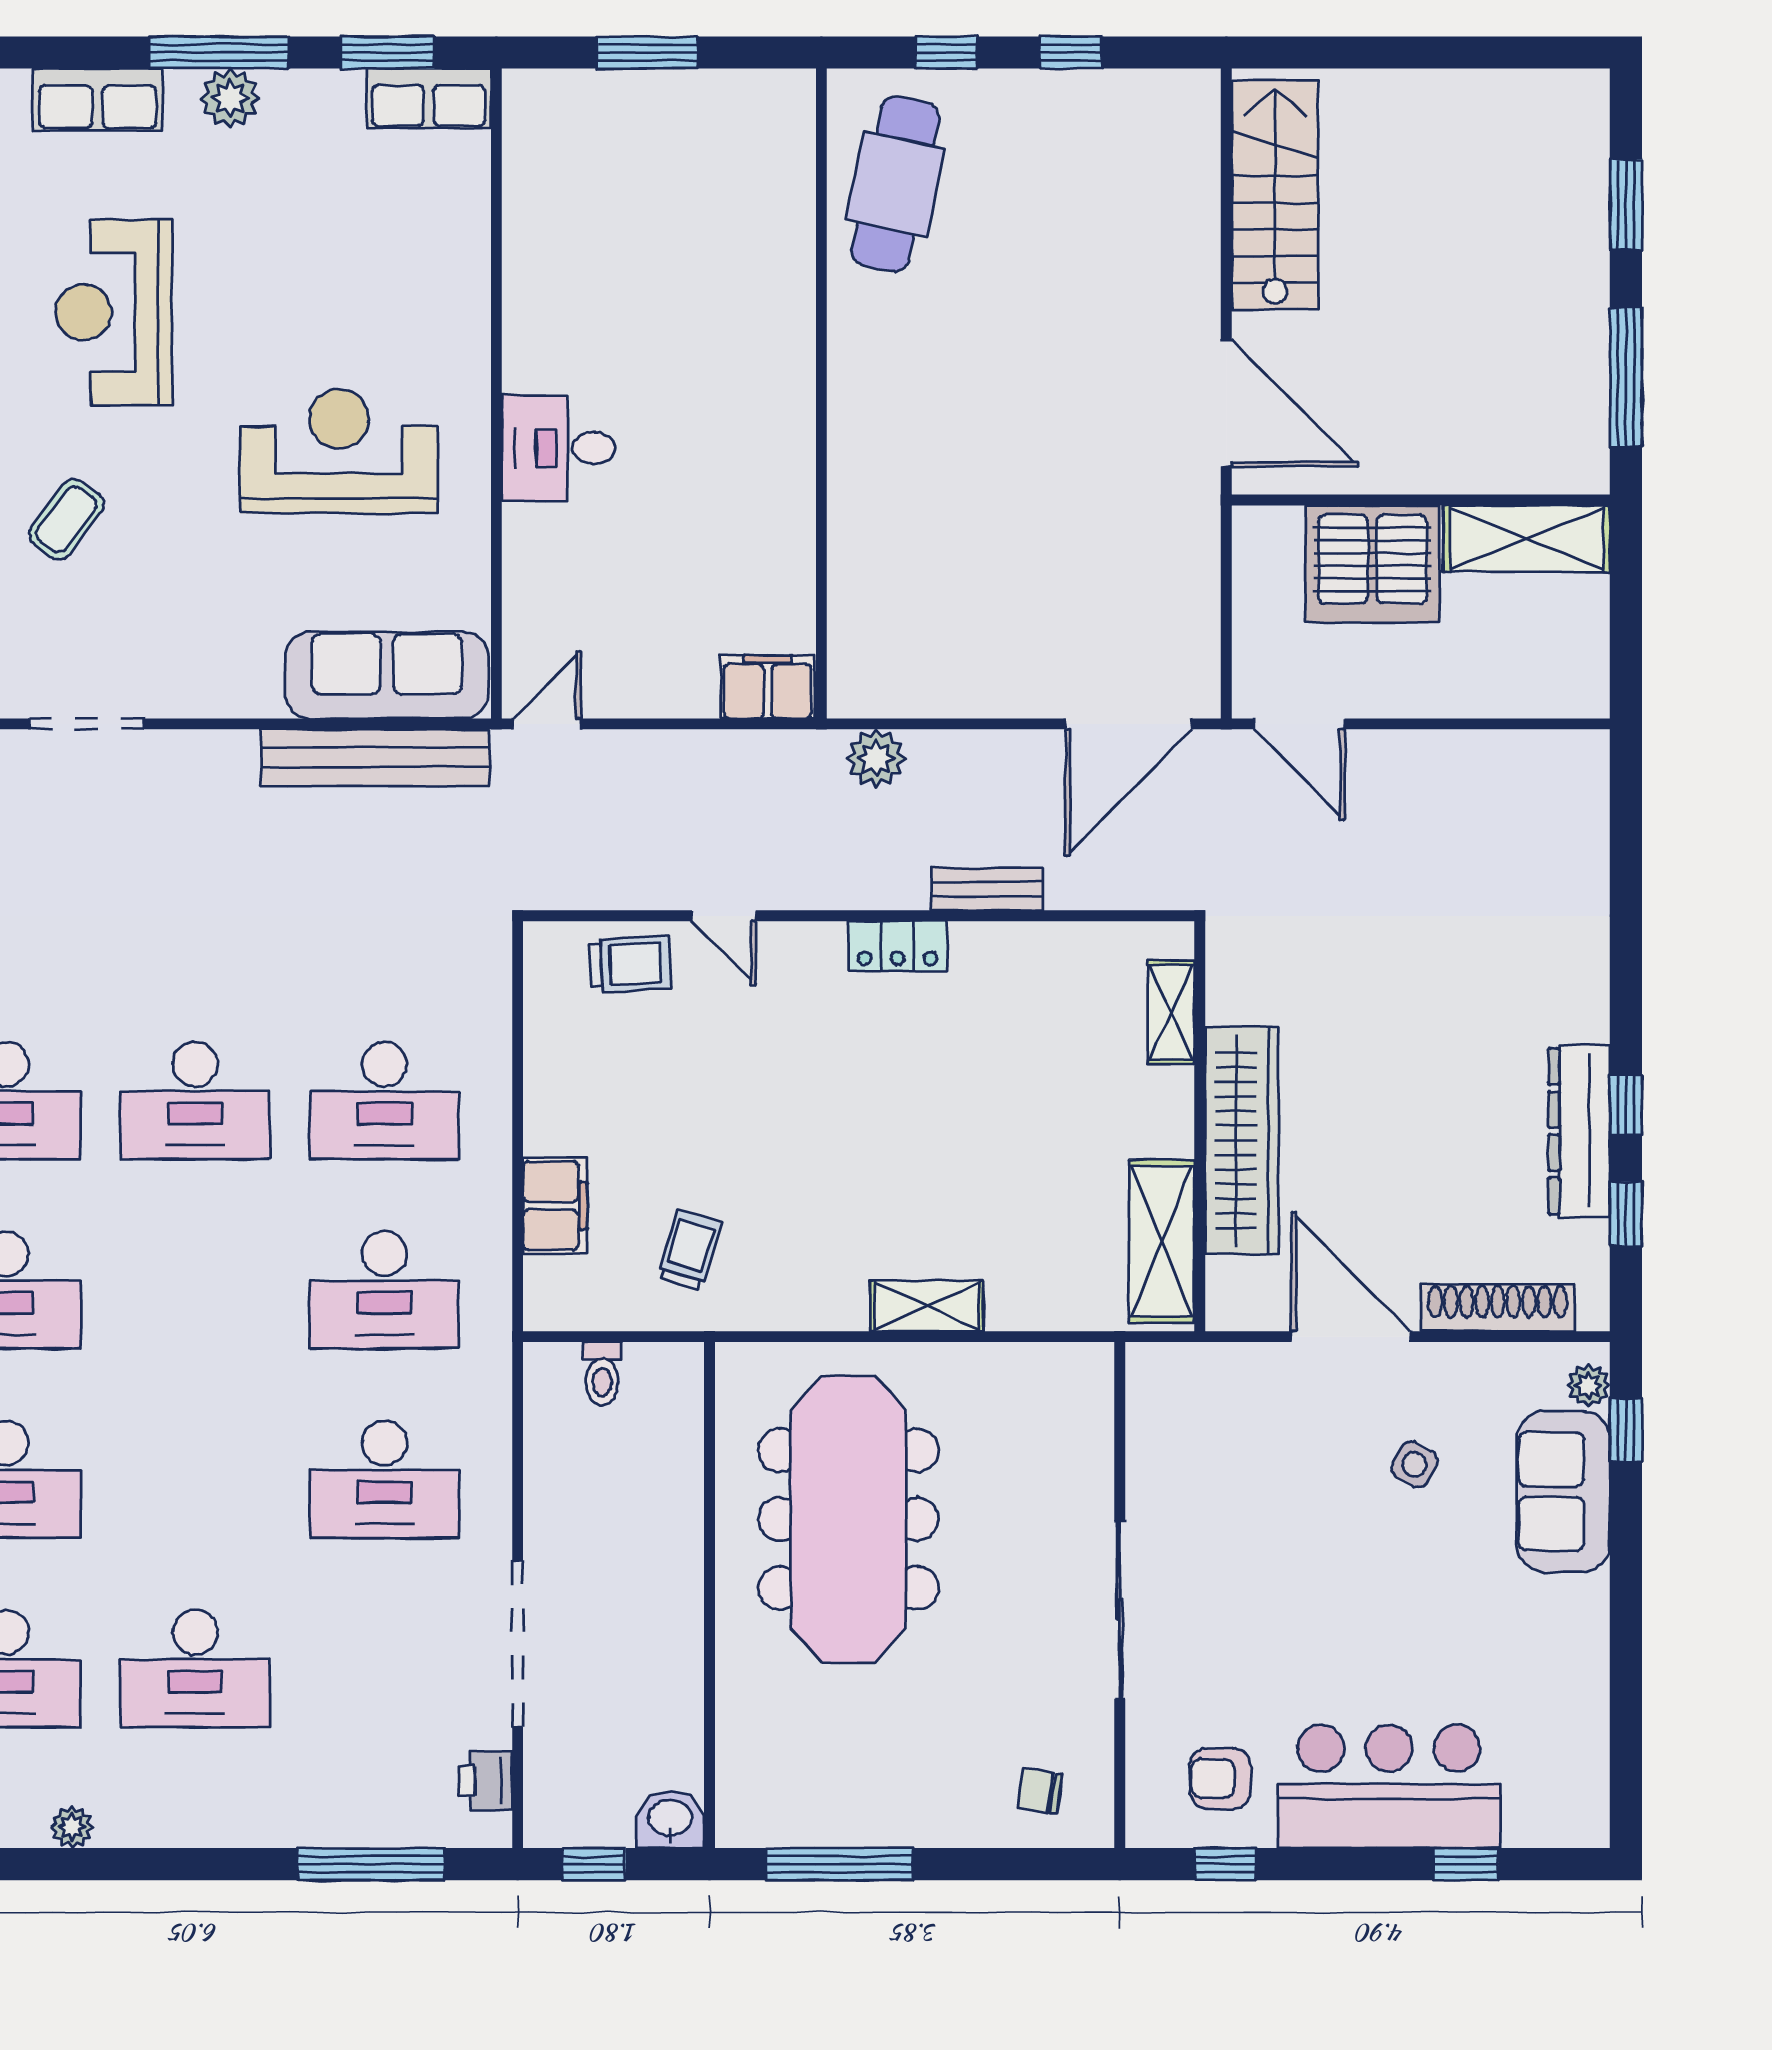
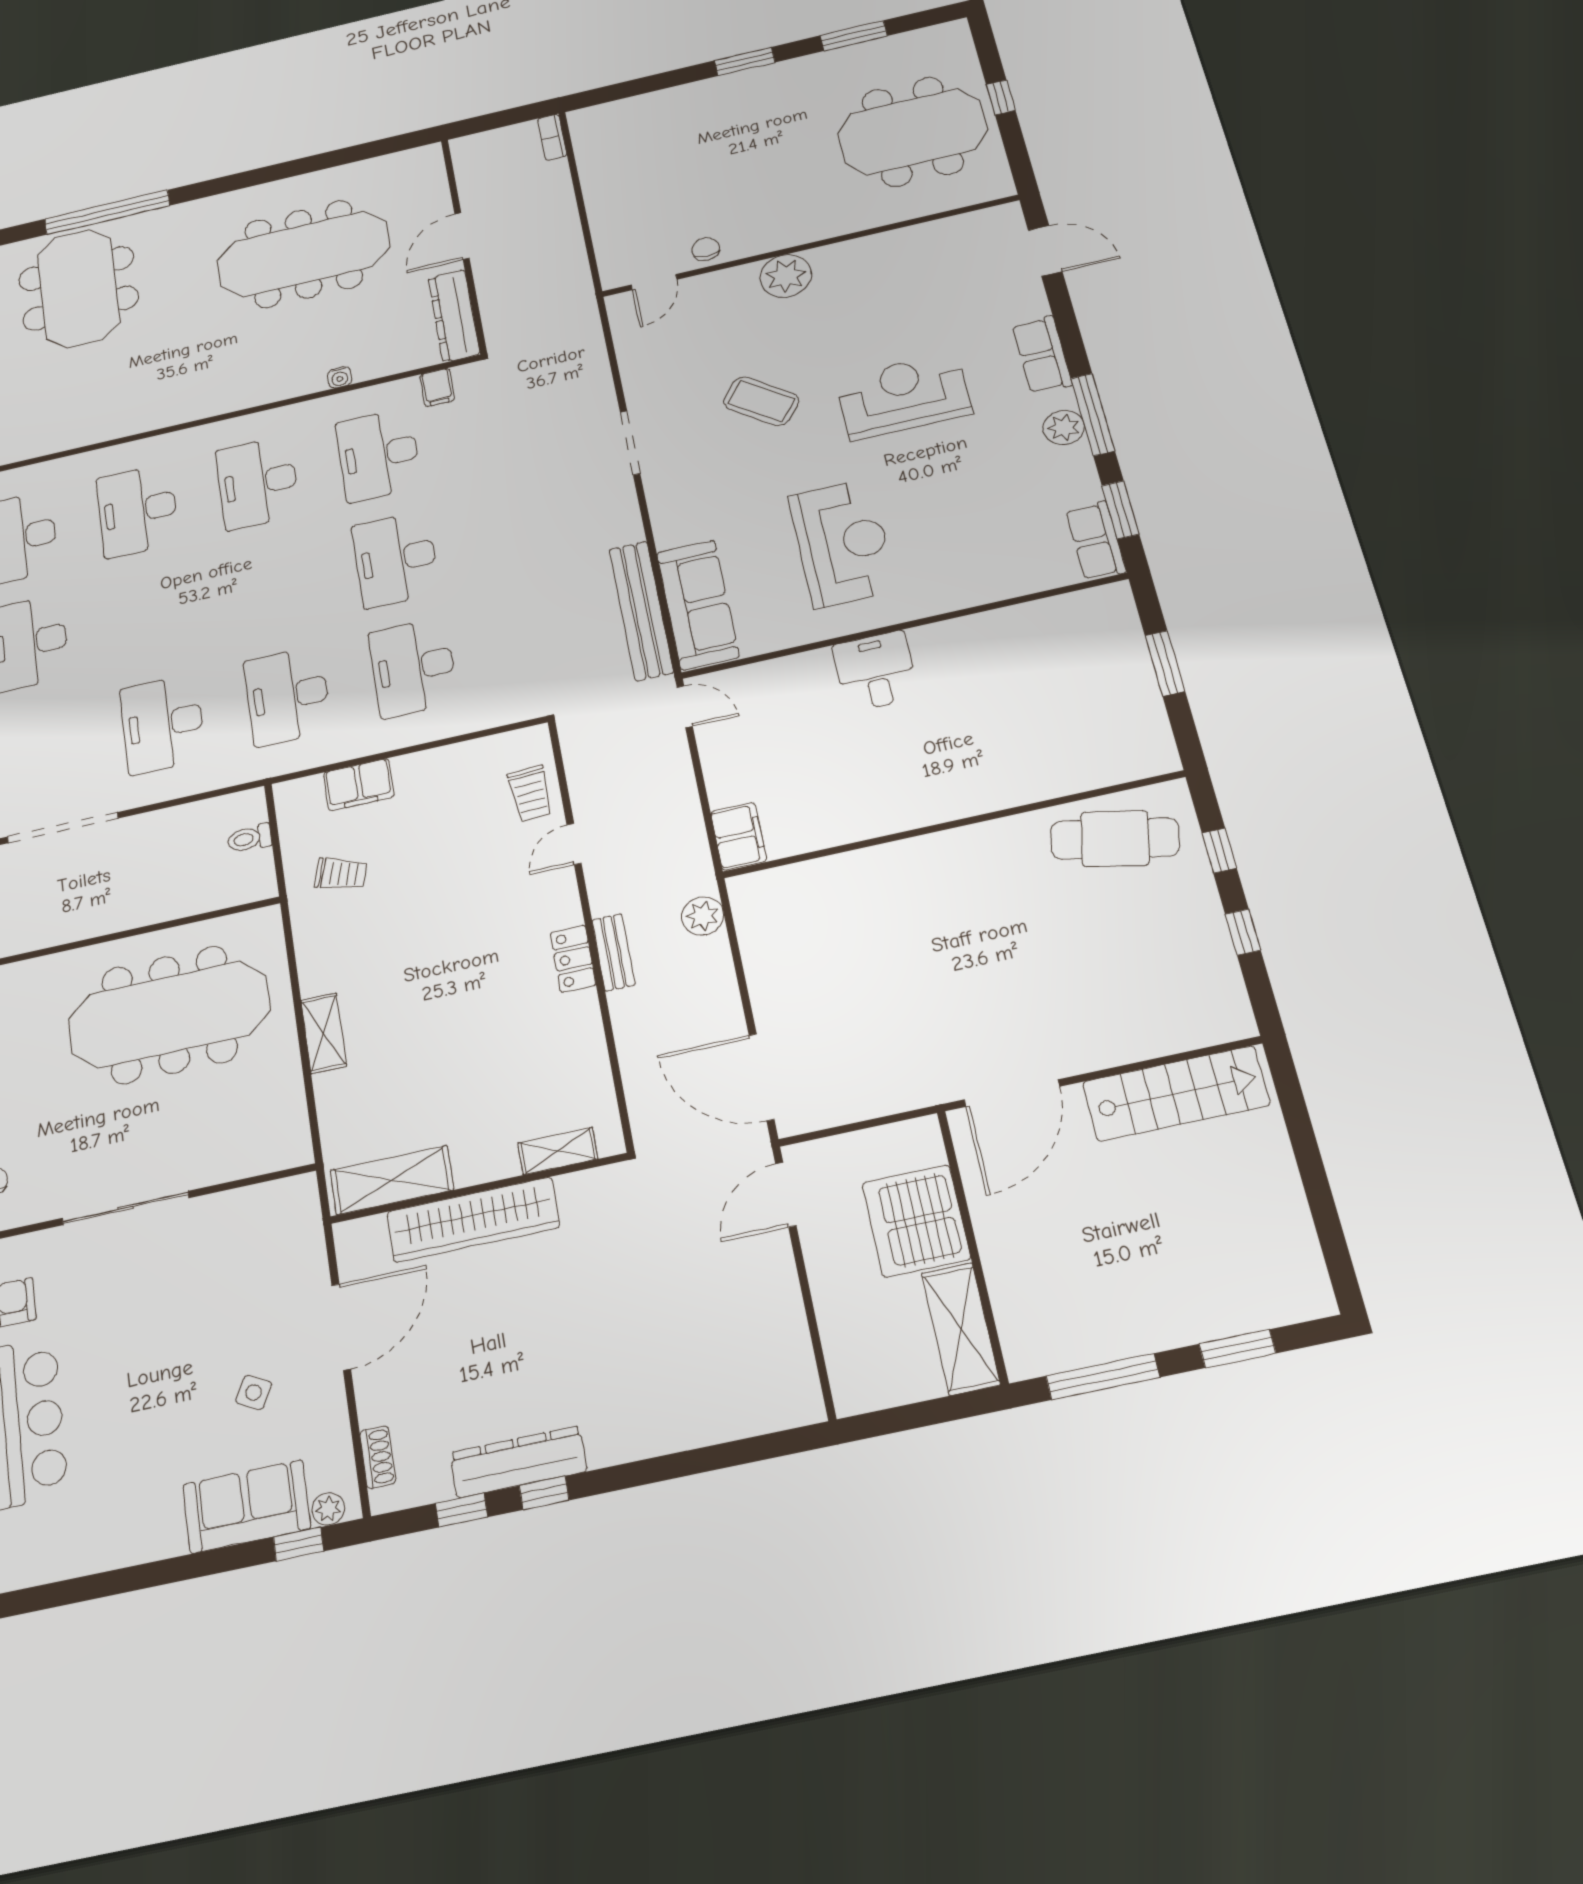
coffee table: (66, 519) -> (761, 401), width x1.36, depth x1.30
bench: (987, 889) -> (613, 952), moved
shoe rack: (1498, 1308) -> (378, 1457), width x0.51, depth x0.81

